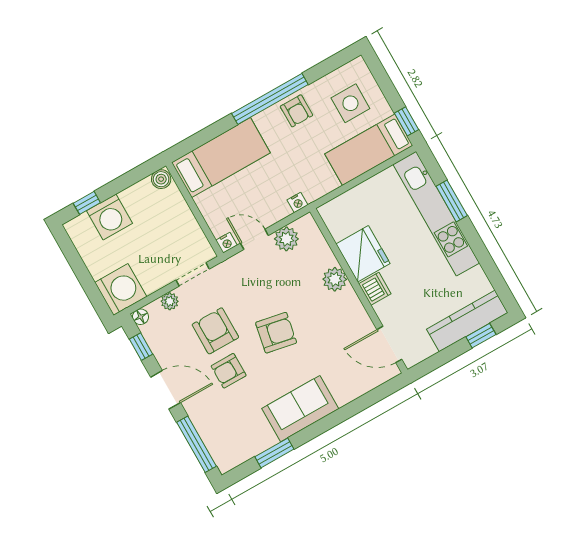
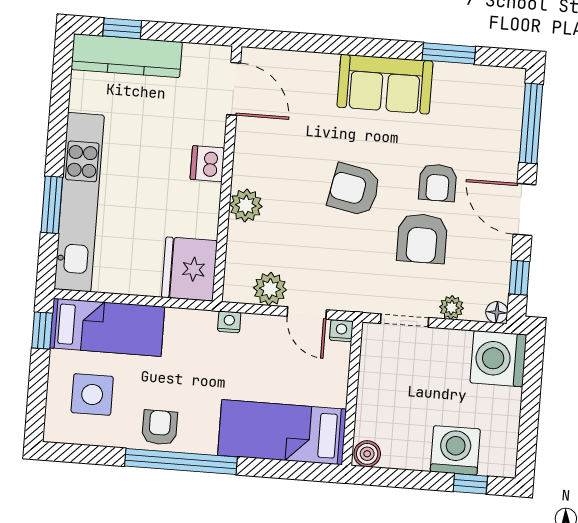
fridge: (363, 254) -> (189, 269), moved
armchair: (229, 371) -> (438, 183), turned 90

